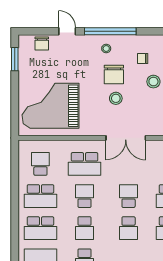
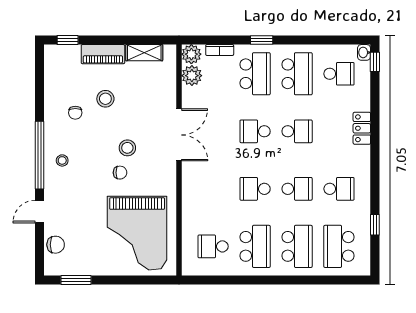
chair: (114, 74) -> (120, 173), moved, width x0.54, depth x0.54
school desk: (84, 164) -> (213, 189), removed

